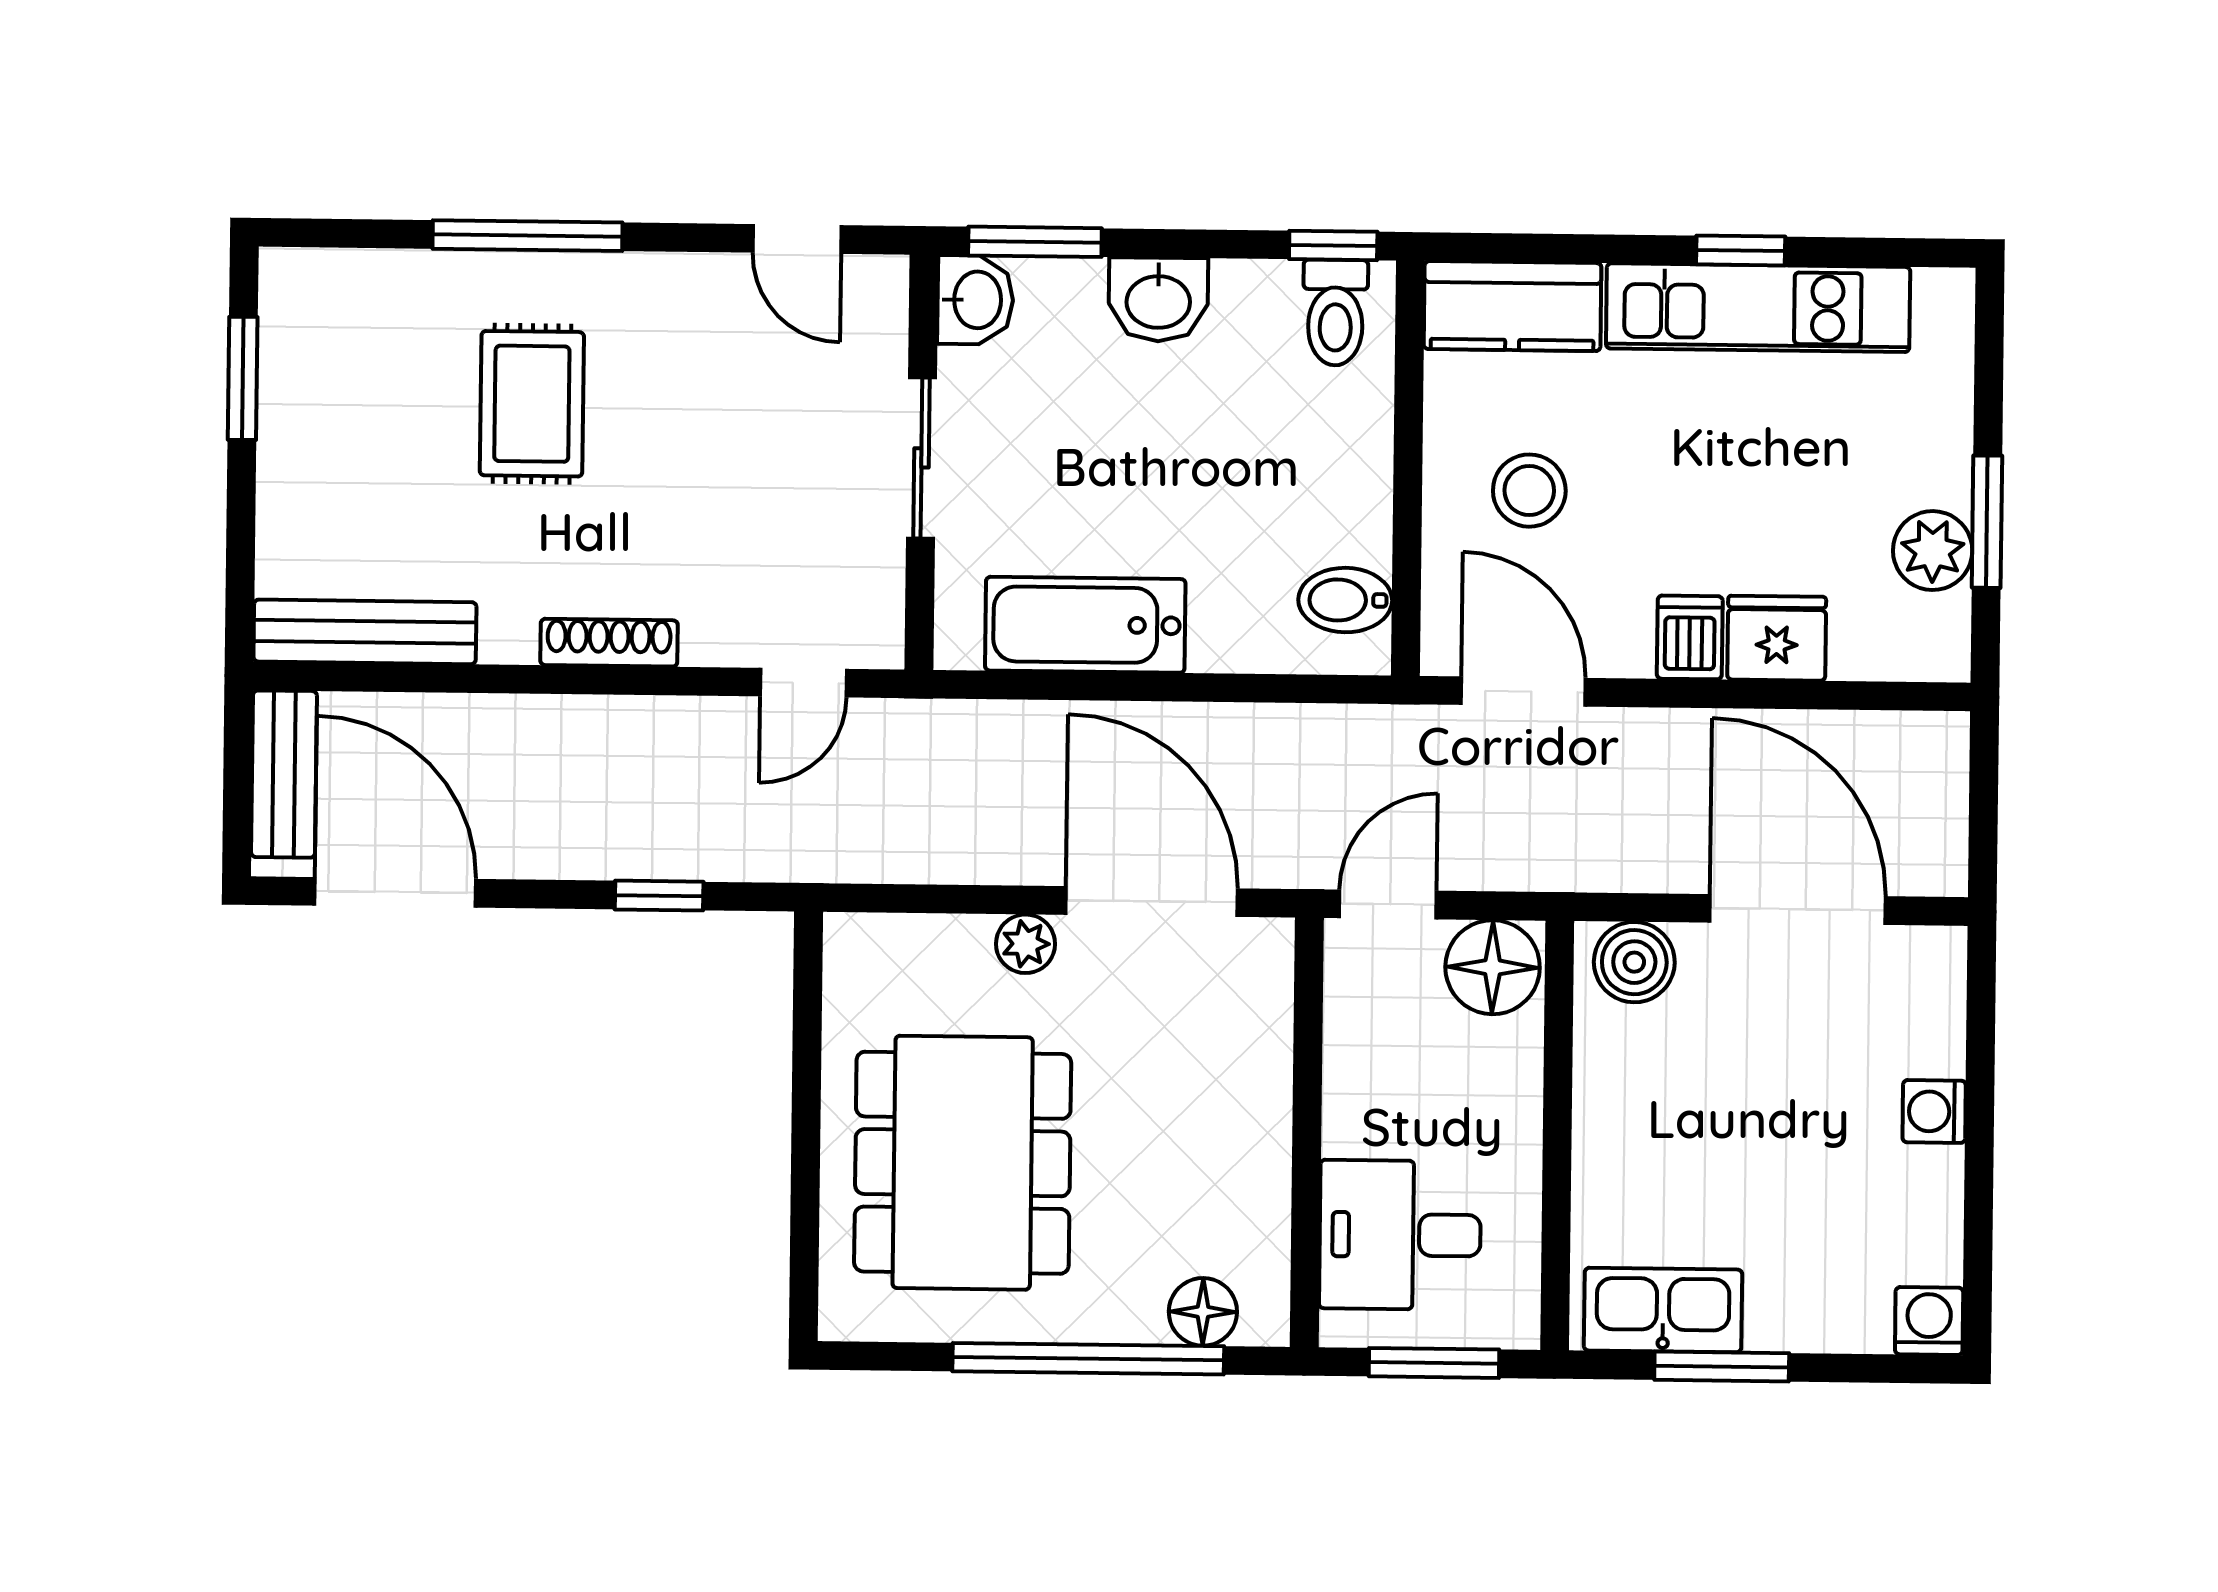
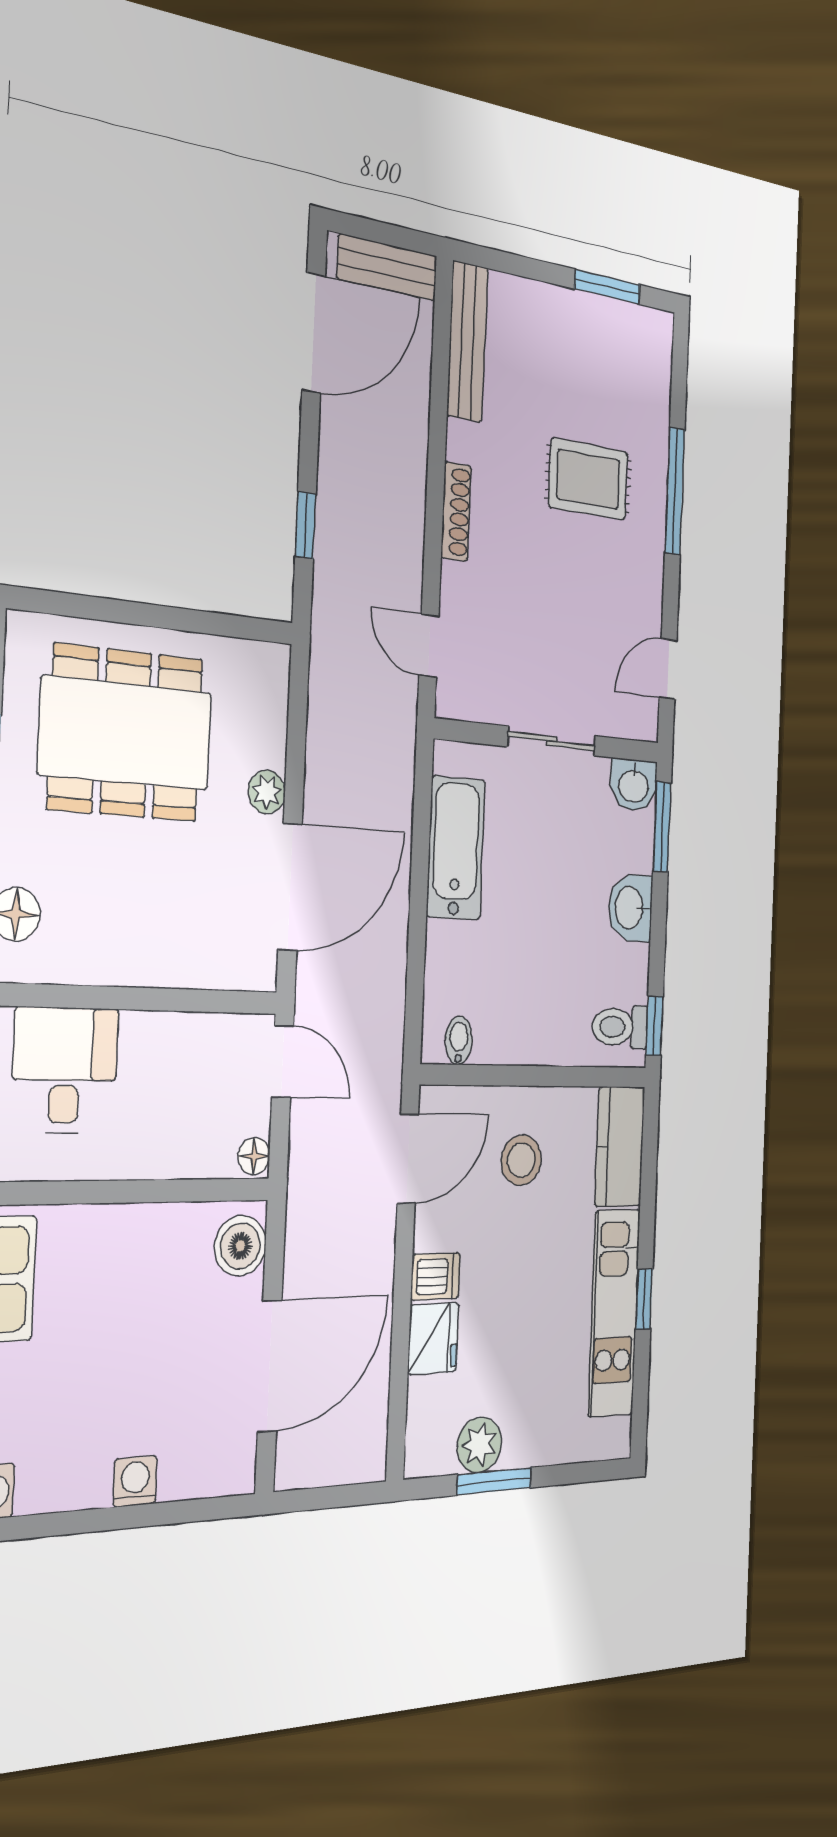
bidet: (1345, 600) -> (459, 1040), width x0.72, depth x0.74
floor lamp: (1493, 967) -> (254, 1156), width x0.53, depth x0.53

